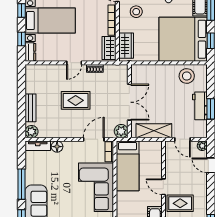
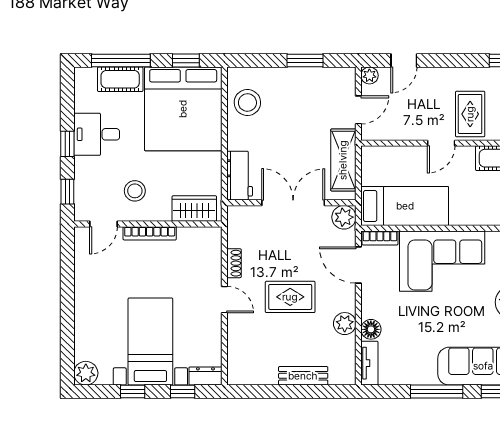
wardrobe: (109, 48) -> (198, 238), removed
rug: (76, 100) -> (290, 297), turned 90
workbench: (200, 106) -> (240, 176), moved, turned -90
plant: (31, 132) -> (345, 324), moved

